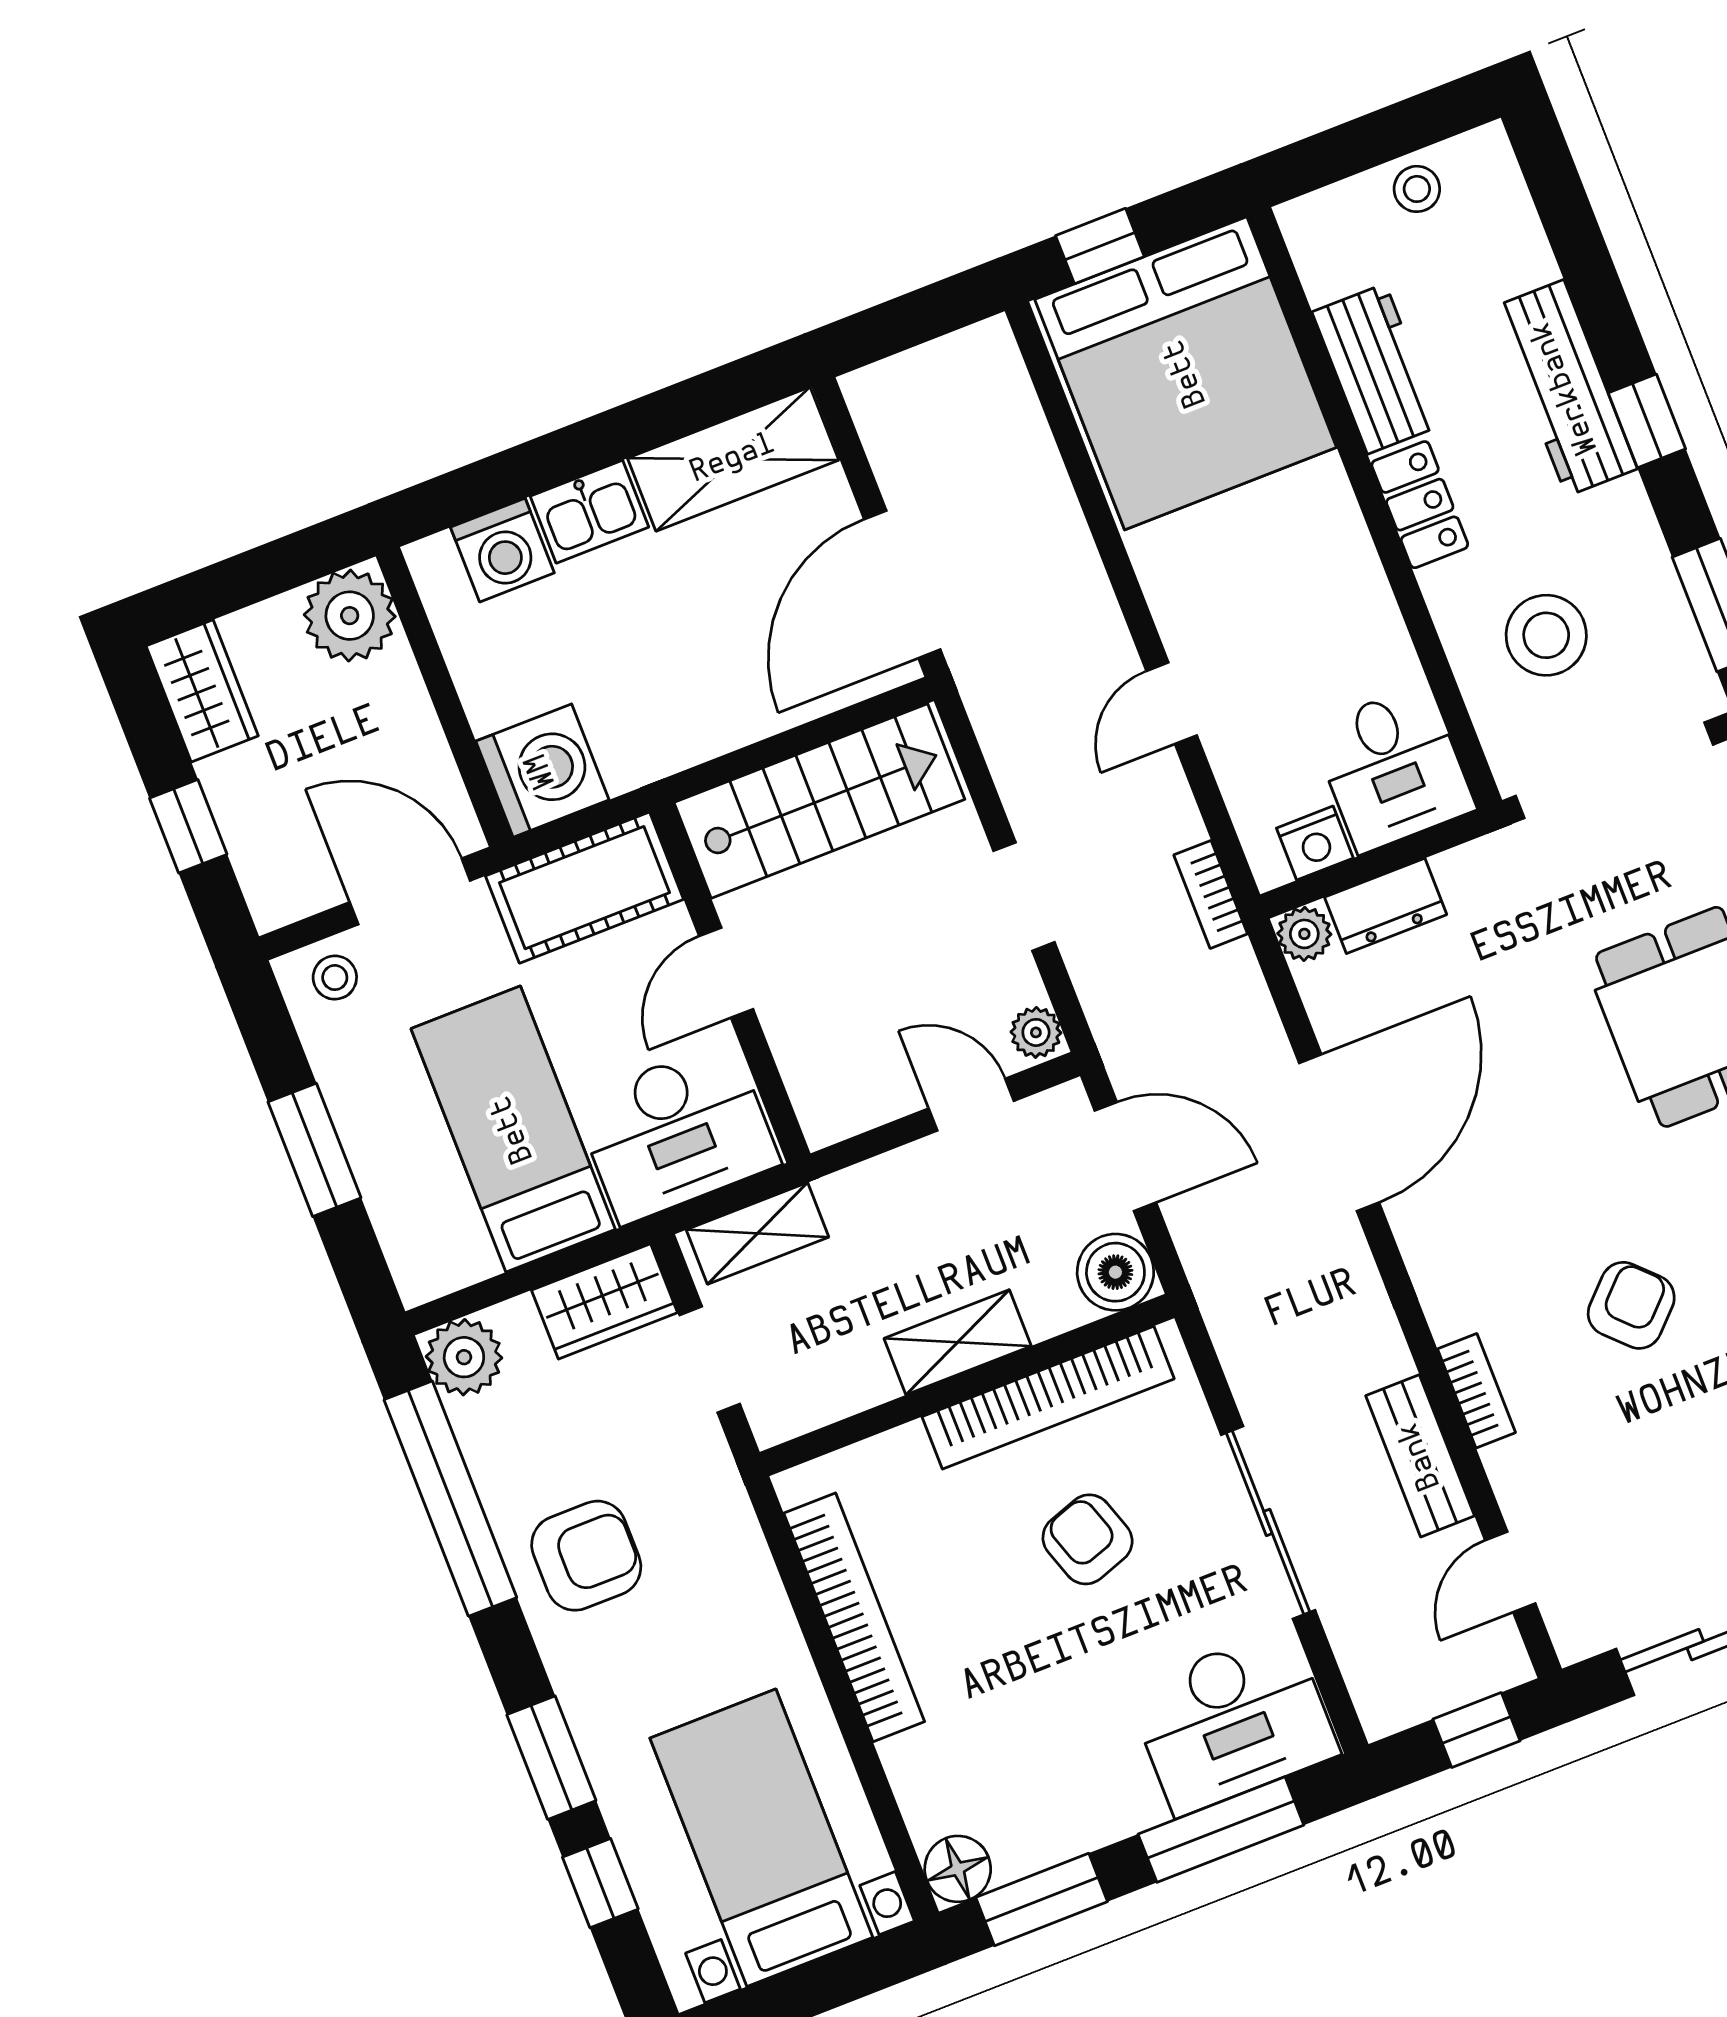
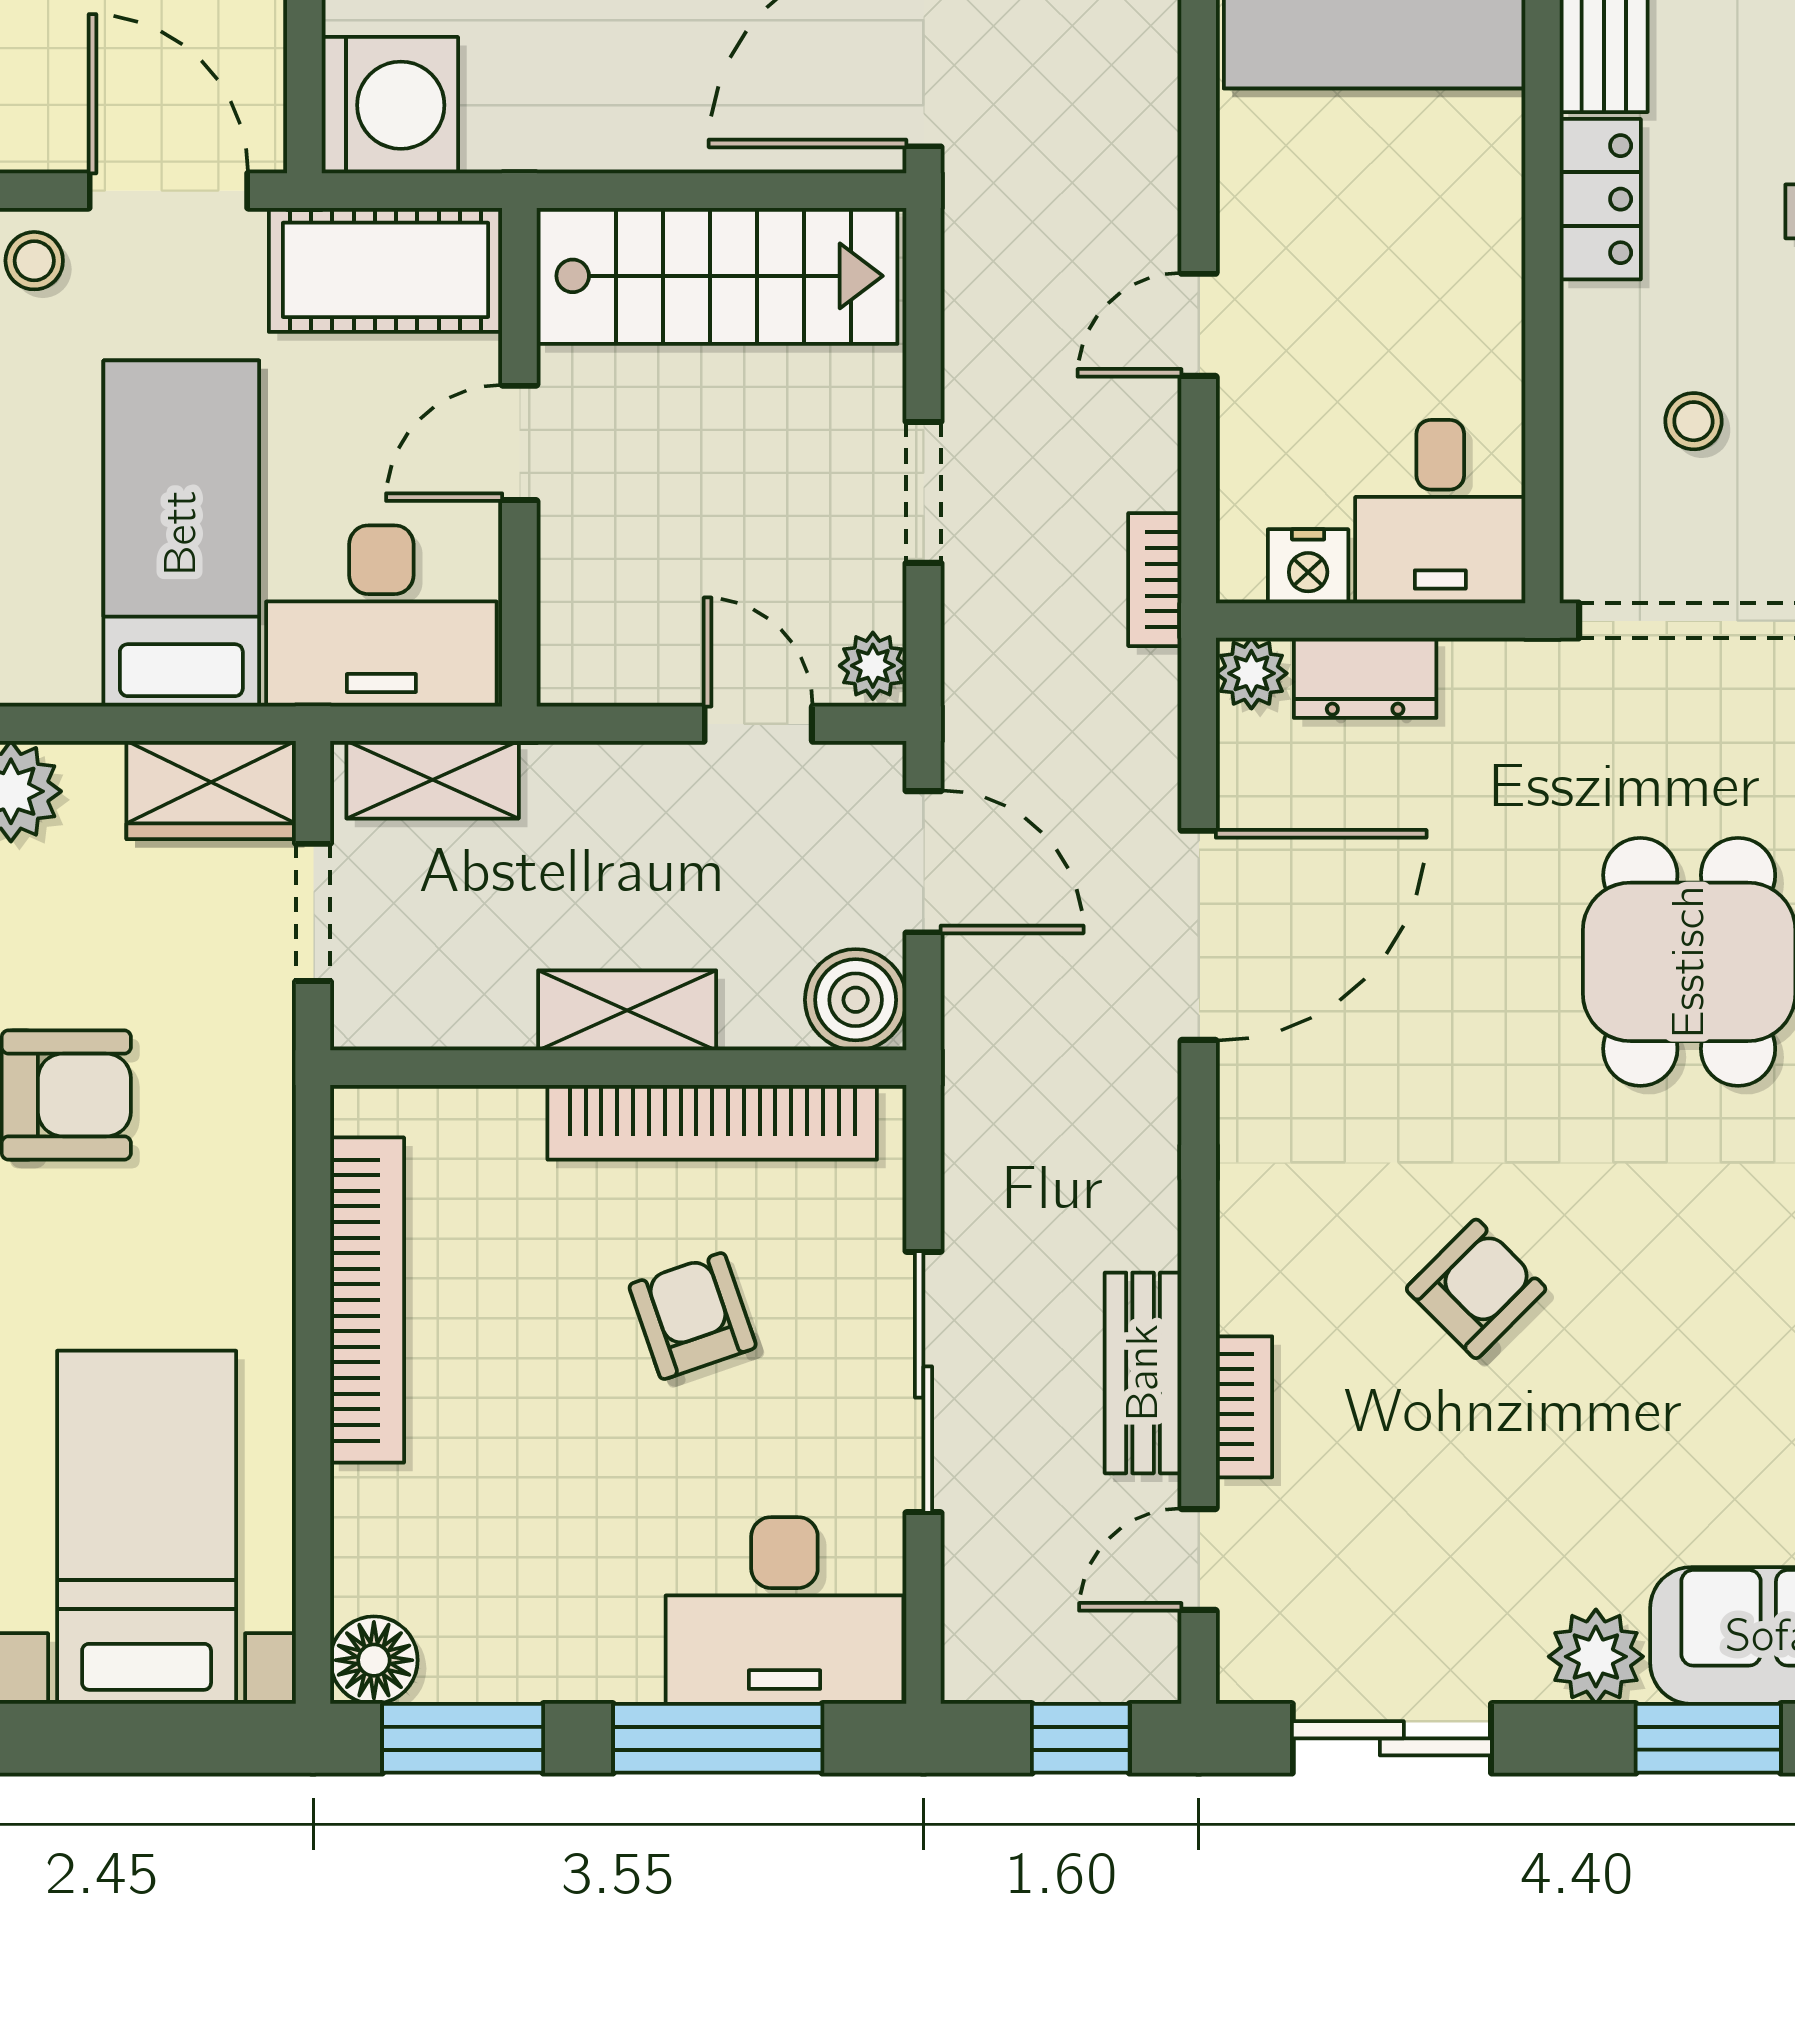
stool: (1546, 635) -> (1693, 421), width x0.53, depth x0.53
bookcase: (1476, 1391) -> (1244, 1407), moved

